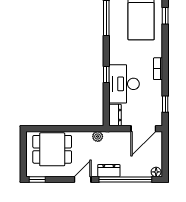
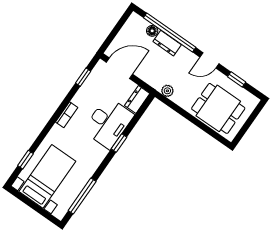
dresser: (109, 171) -> (167, 43), moved
floor lamp: (156, 172) -> (152, 31), moved
window: (37, 179) -> (237, 79), moved

